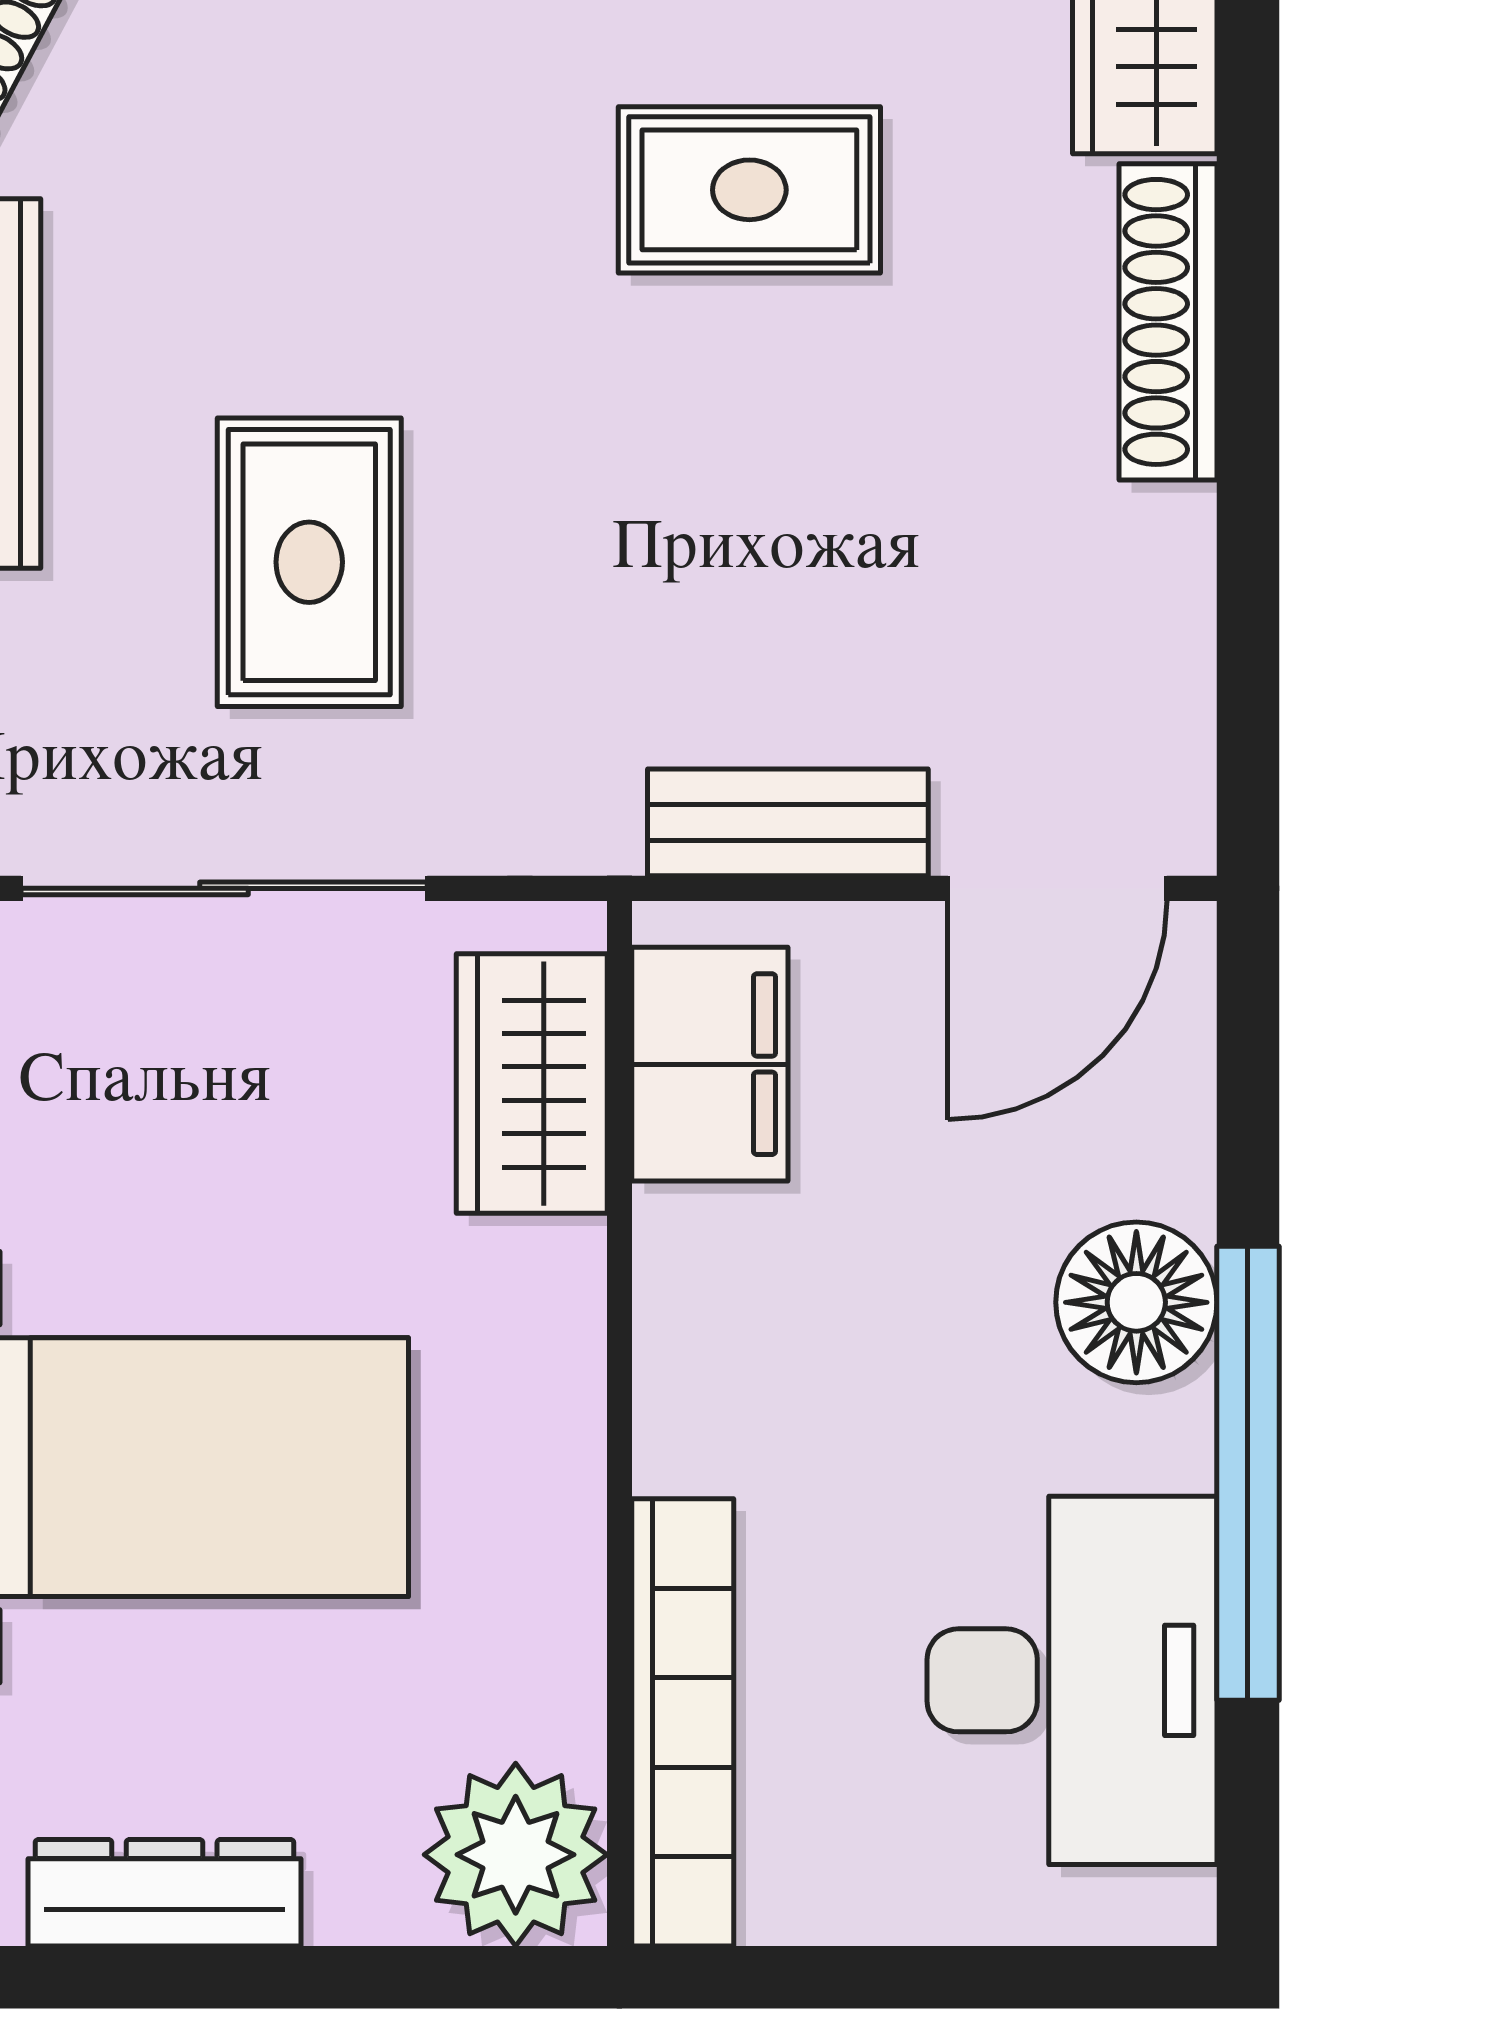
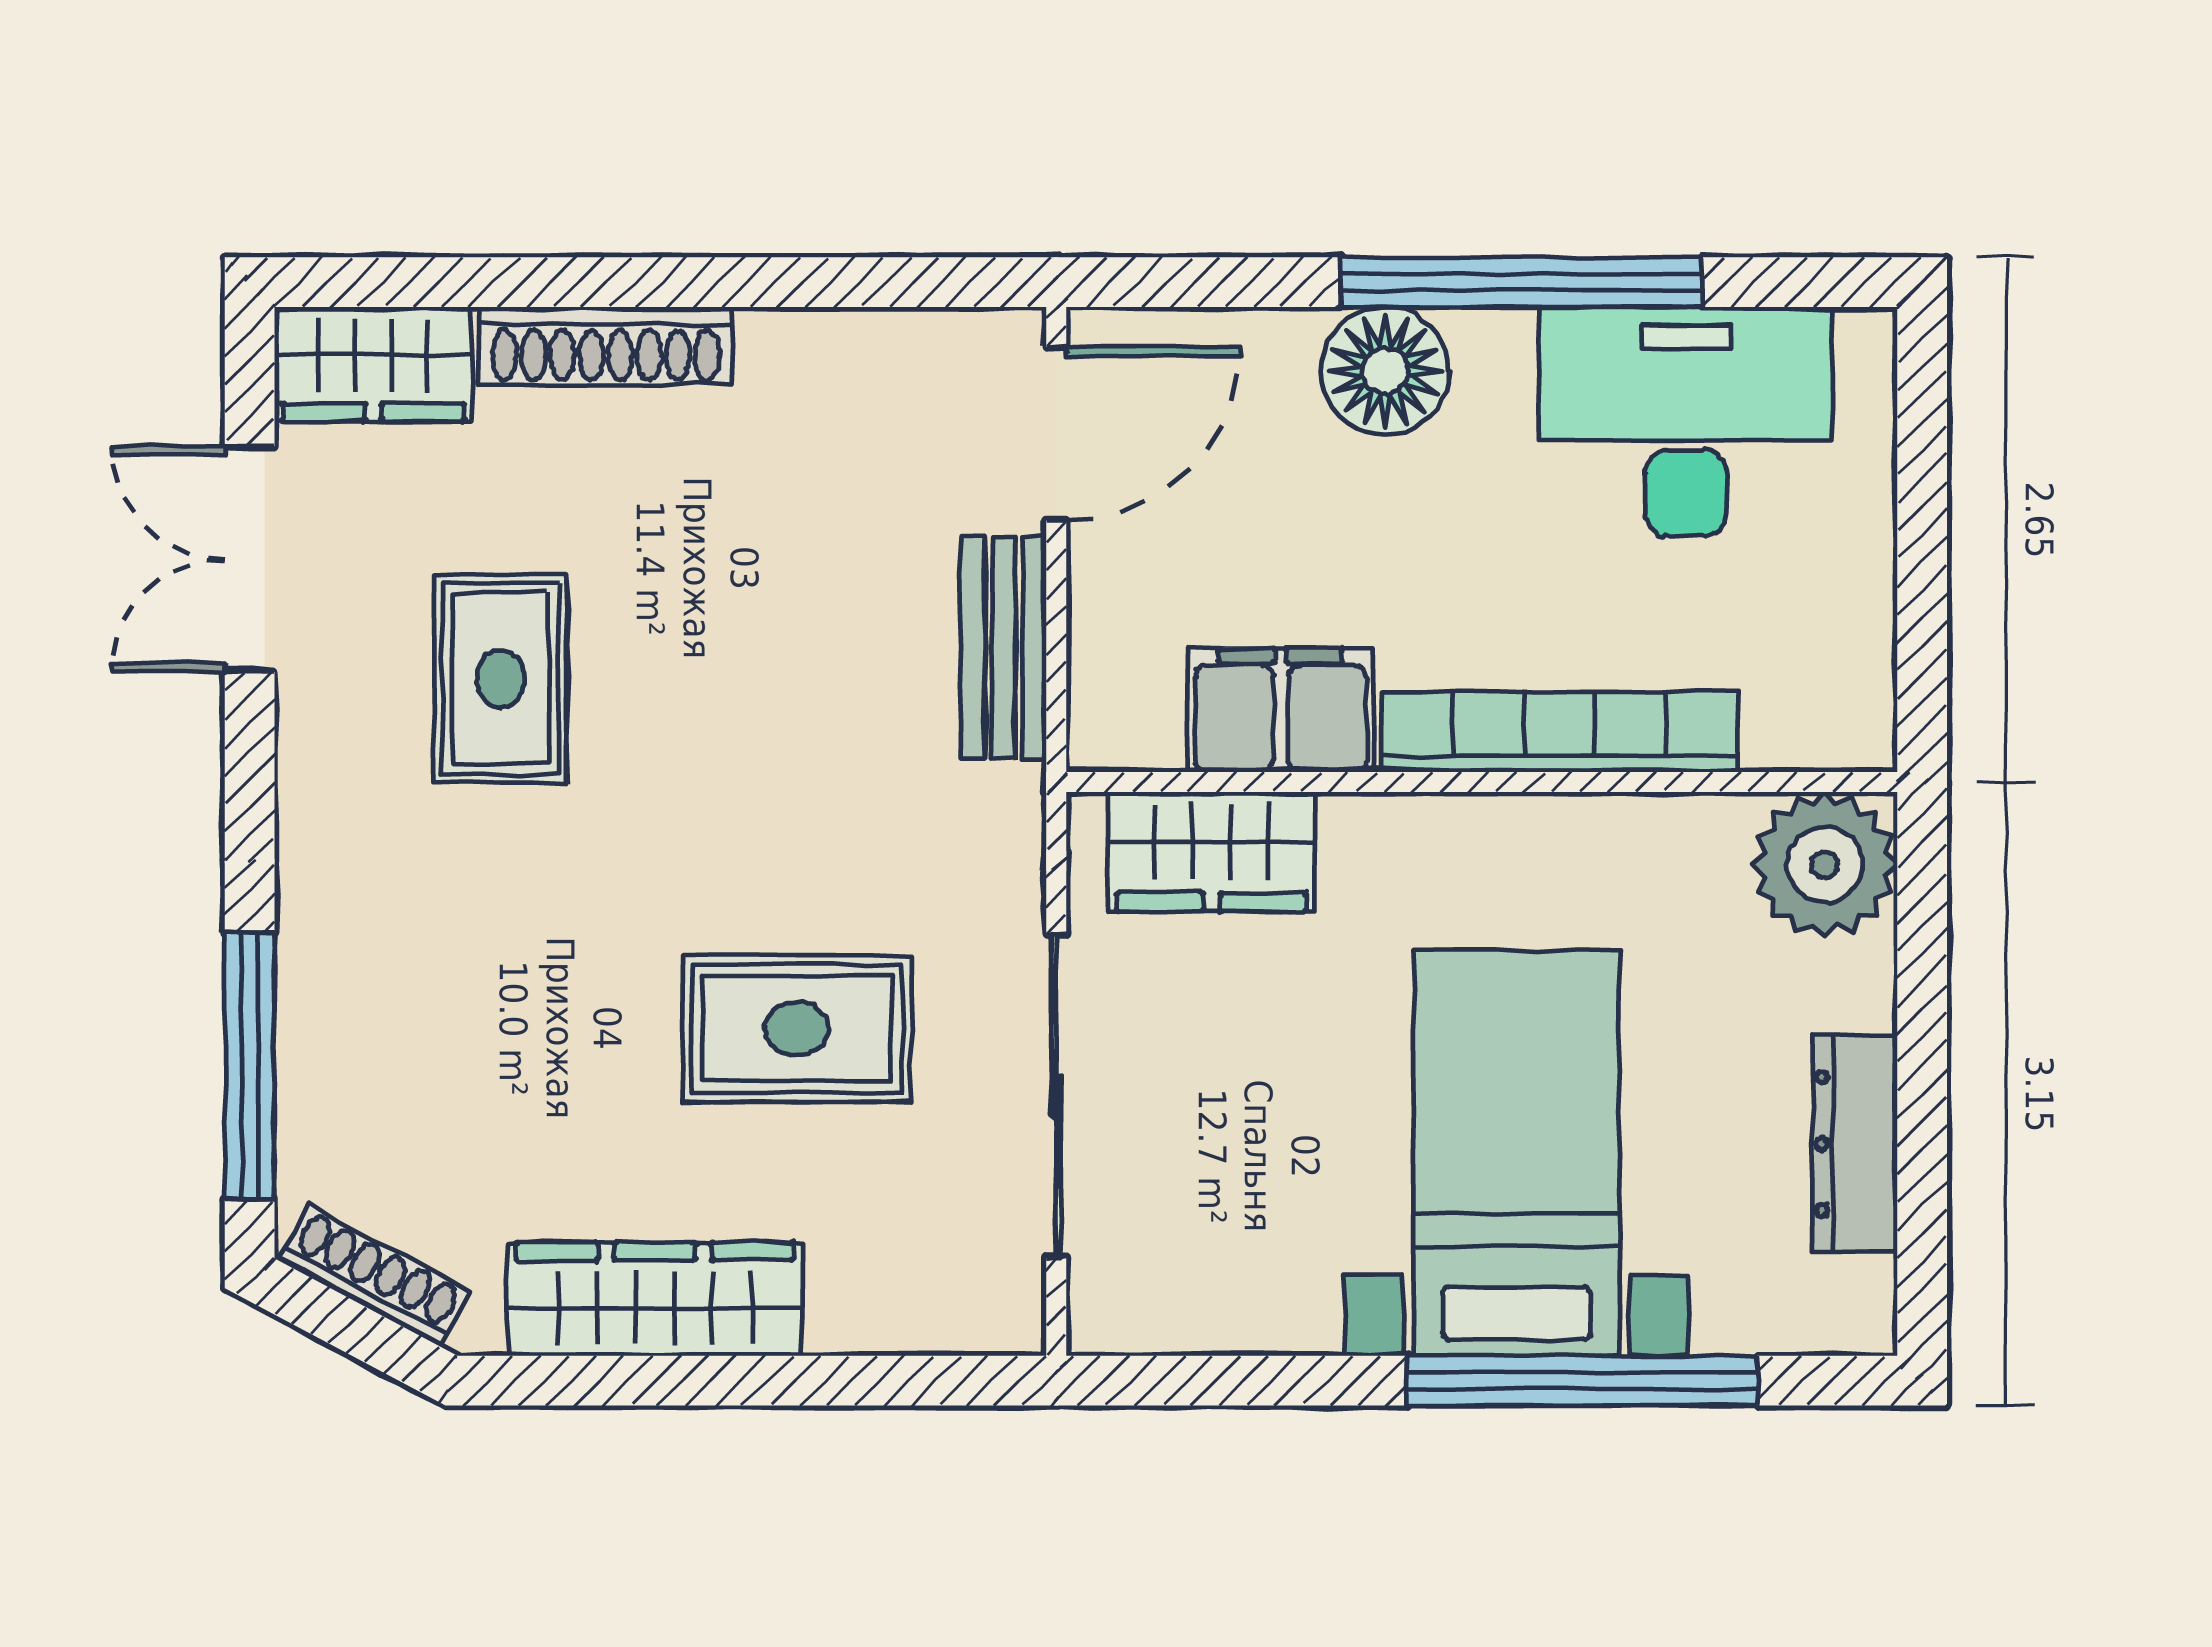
door: (1057, 888) -> (1056, 434), hinge flipped
filing cabinet: (710, 1064) -> (1281, 710), moved
bookcase: (683, 1722) -> (1560, 732), moved

